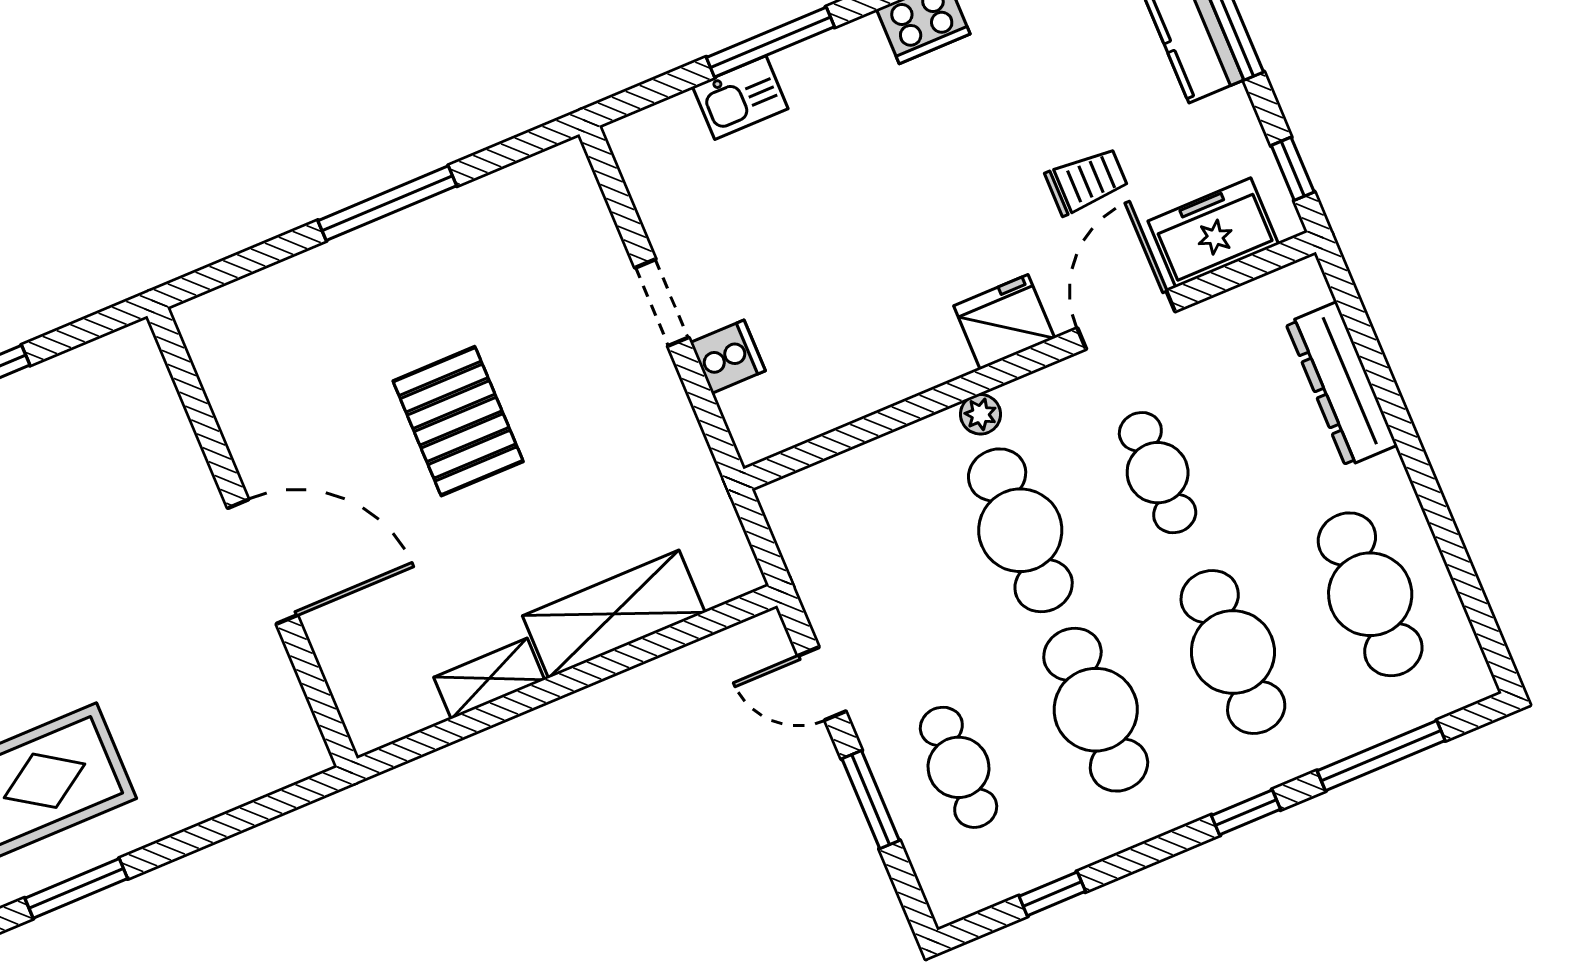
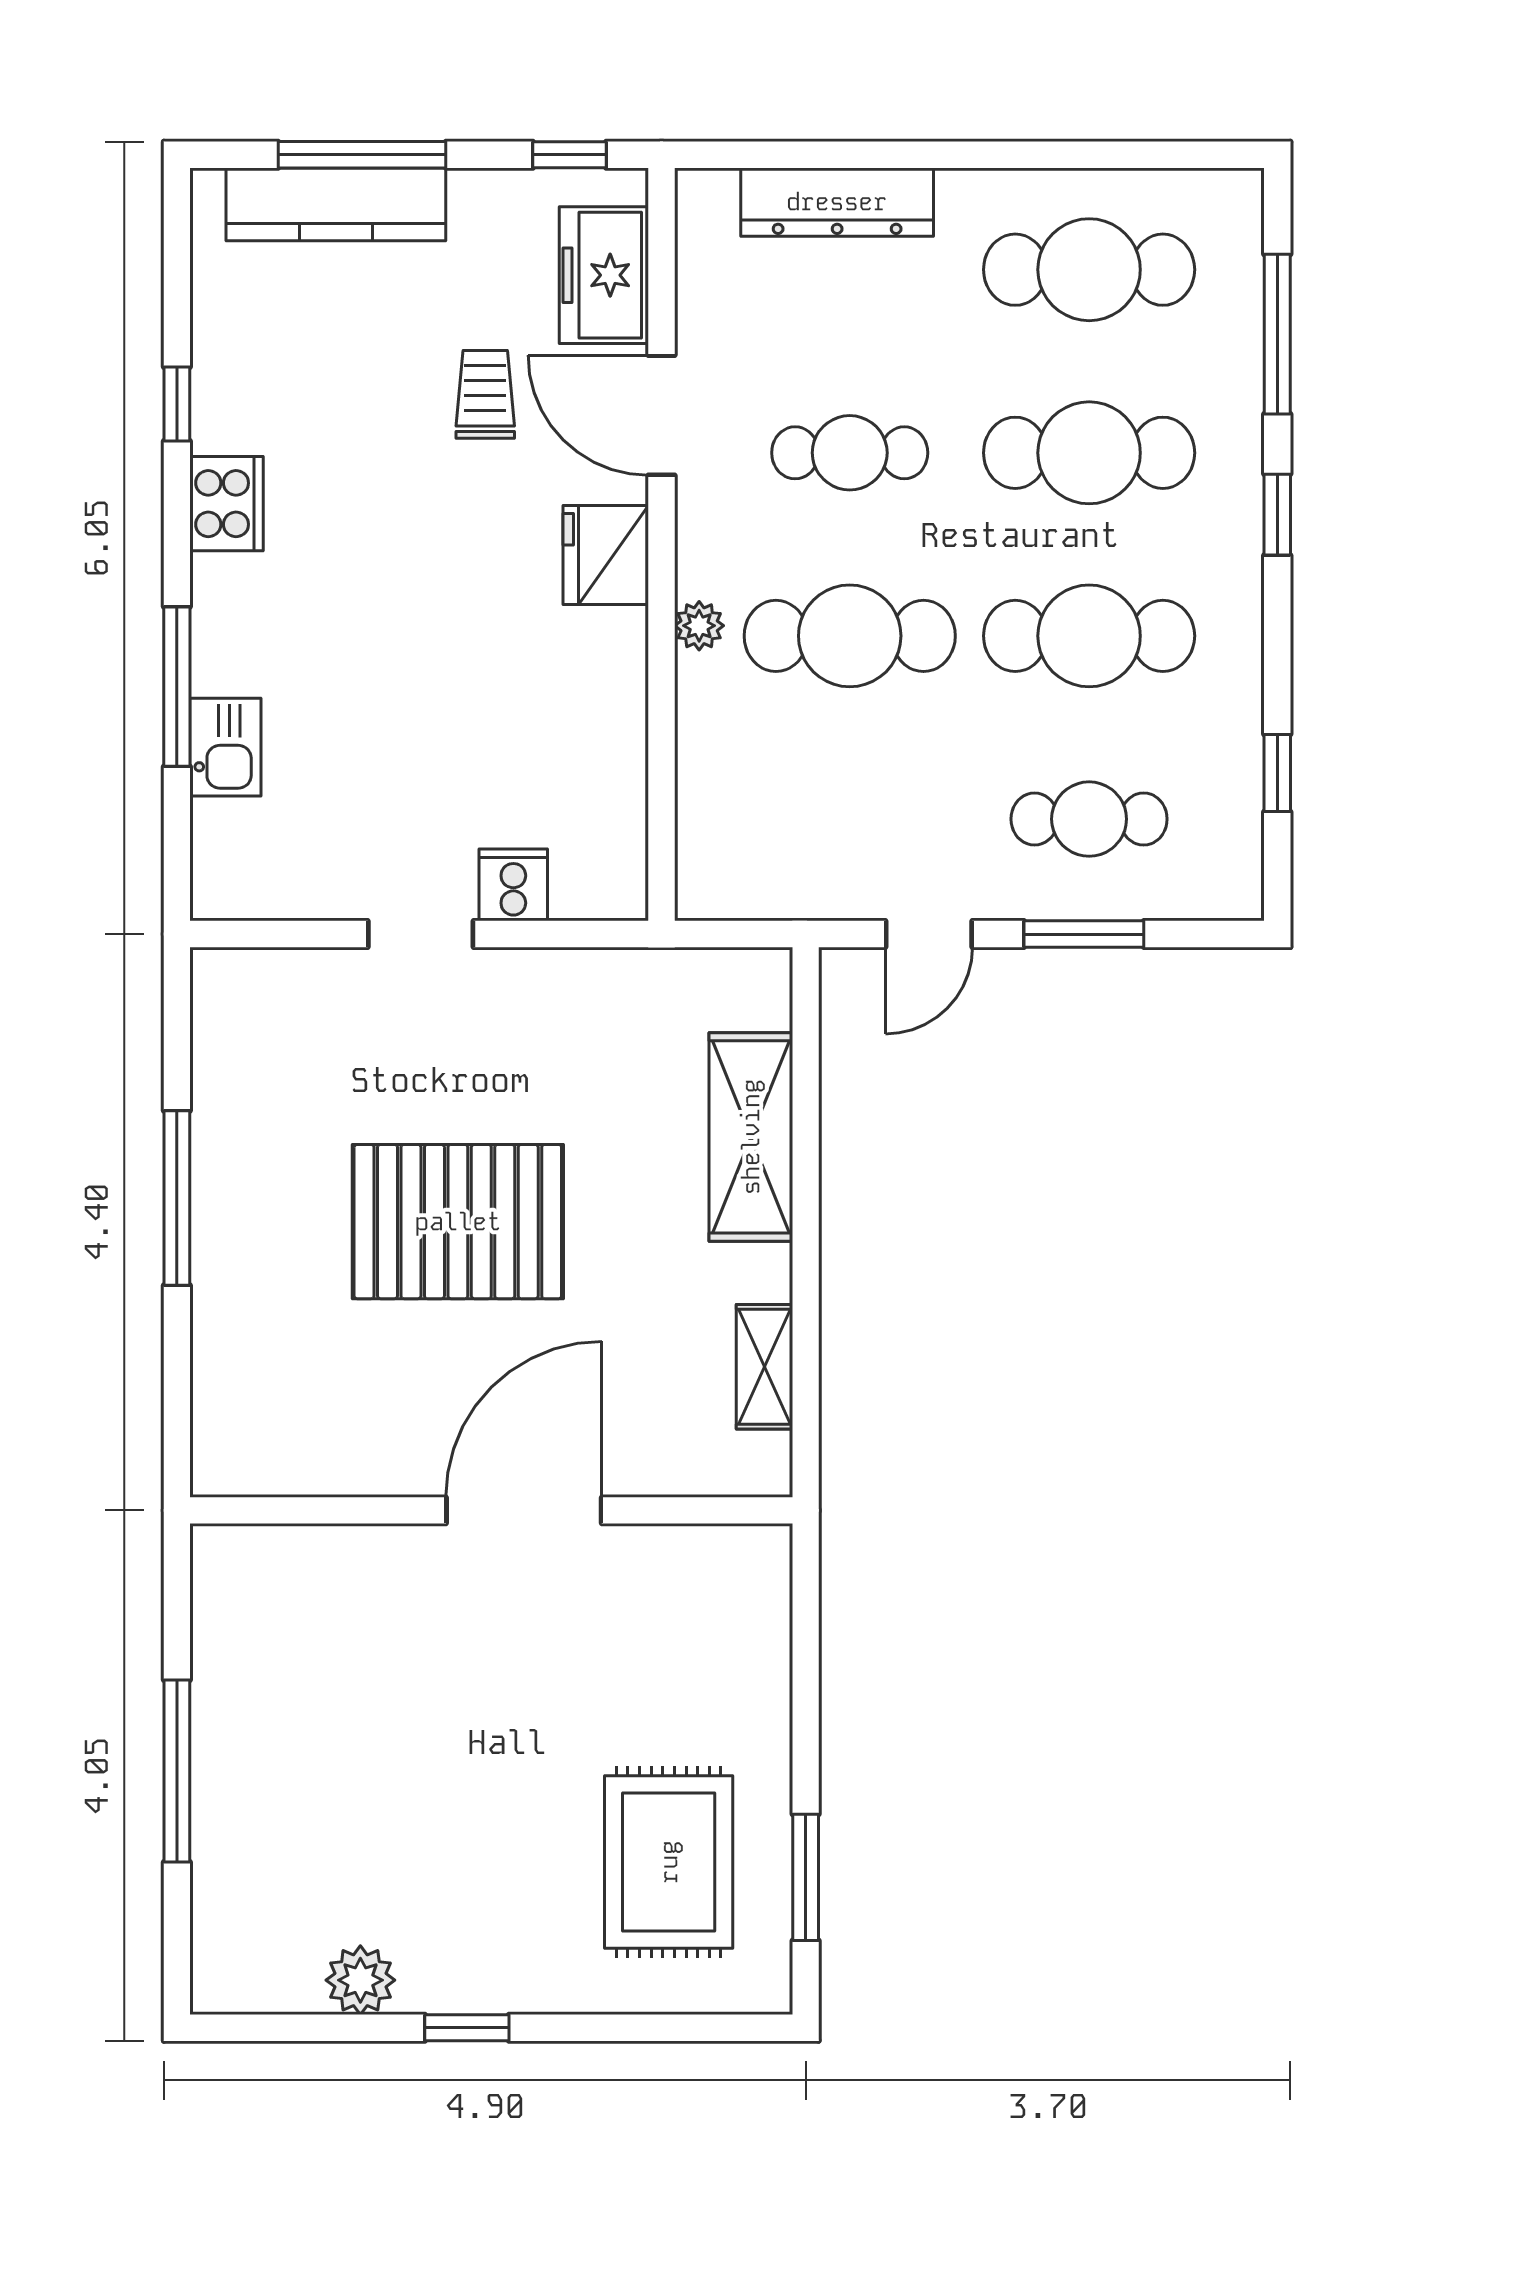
pallet: (458, 421) -> (458, 1222), width x1.37, depth x1.41
shelving: (489, 678) -> (764, 1367), moved

